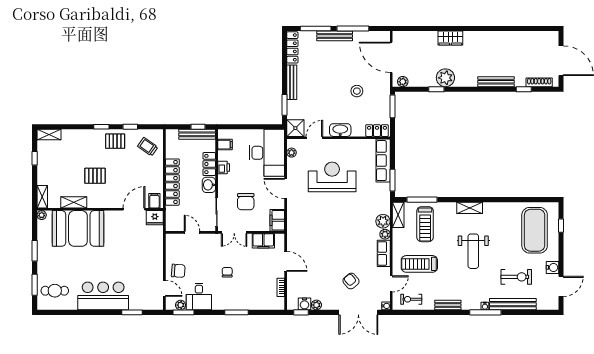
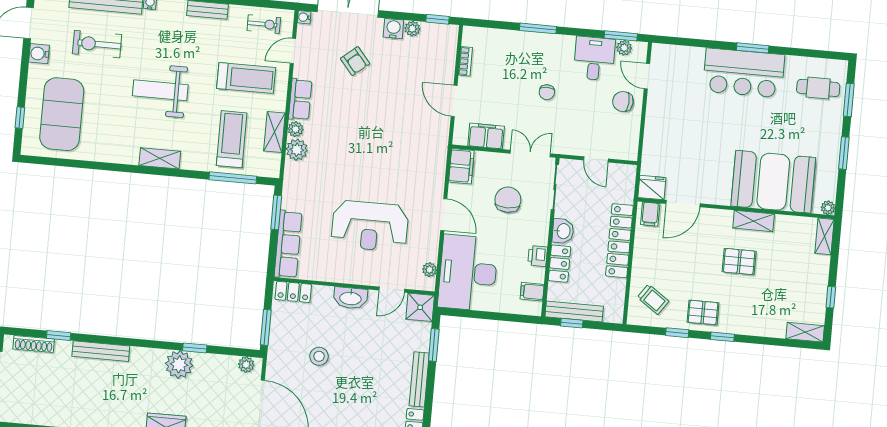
shelving: (74, 202) -> (754, 221), moved
shelving: (398, 215) -> (274, 132), moved
weight bench: (473, 251) -> (160, 90), turned -90
water cooler: (304, 304) -> (393, 29), moved
window: (132, 312) -> (753, 48), moved

